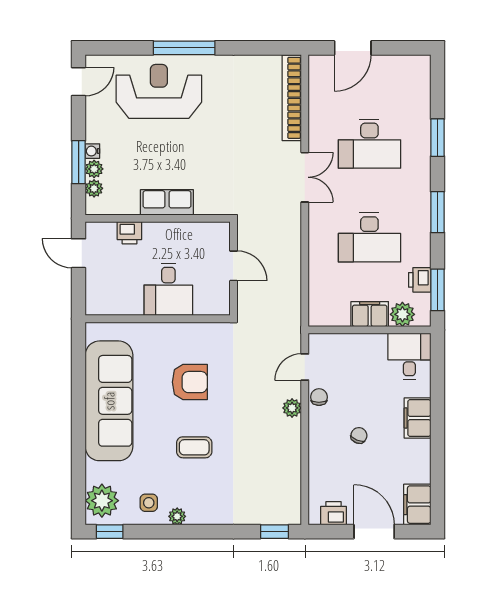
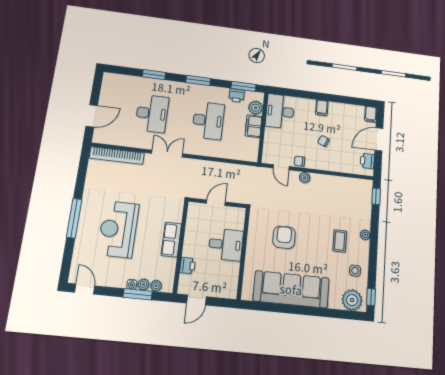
door: (353, 48) -> (92, 116), hinge flipped
reception desk: (159, 91) -> (118, 229), moved
desk: (409, 356) -> (280, 111), width x1.37
filing cabinet: (417, 418) -> (322, 108), width x0.50
coffee table: (194, 447) -> (340, 241), moved
filing cabinet: (417, 505) -> (371, 114), width x0.50
plant: (177, 516) -> (365, 235), moved

